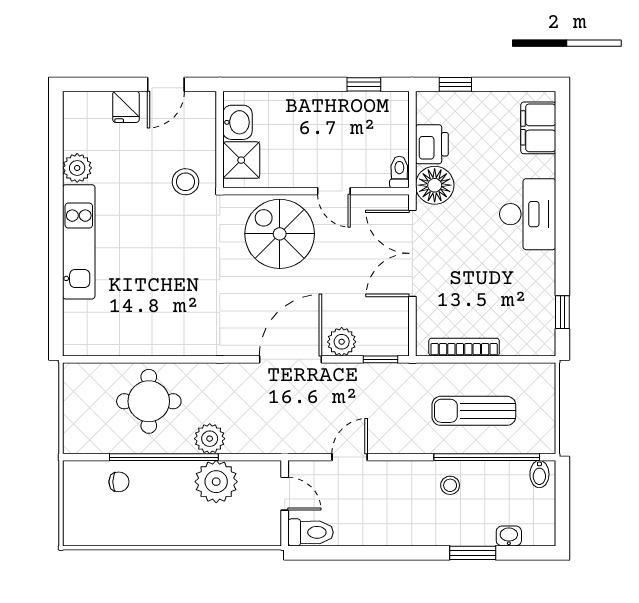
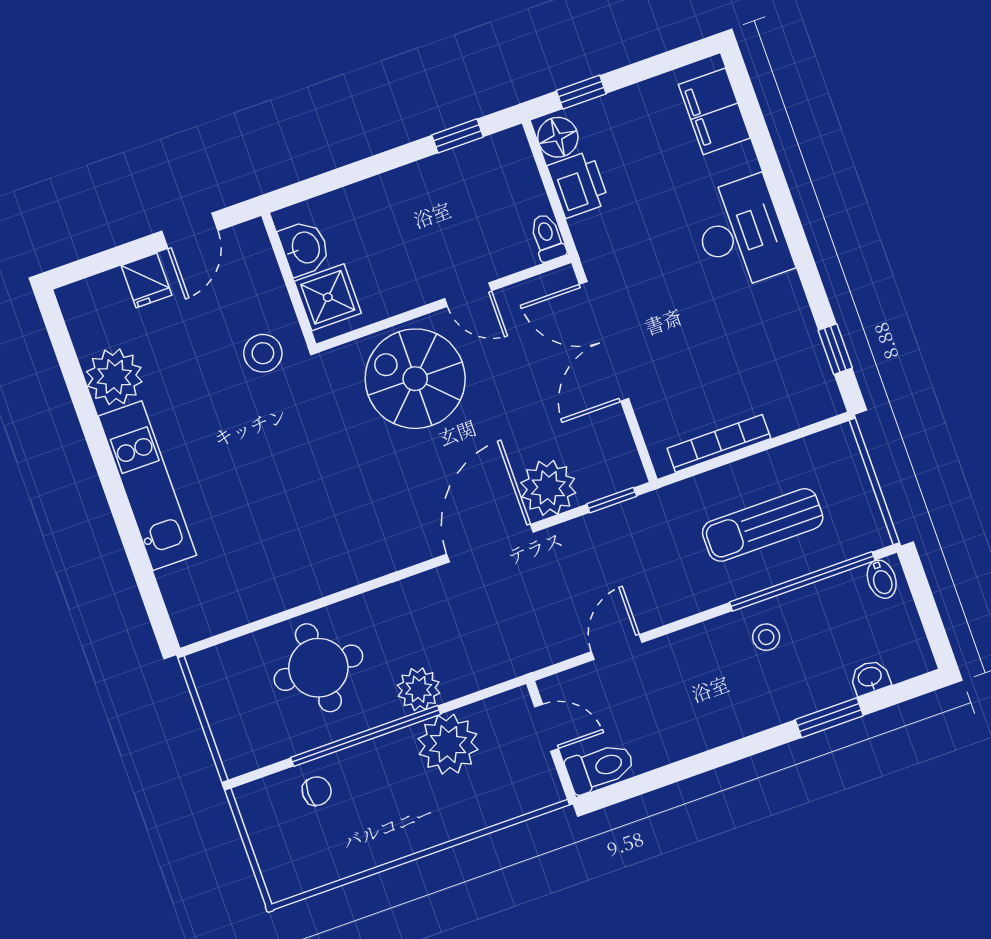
plant: (77, 168) -> (114, 377), width x1.36, depth x1.36
floor lamp: (435, 185) -> (558, 137), moved, width x0.73, depth x0.73
plant: (342, 342) -> (548, 488), width x1.36, depth x1.36

